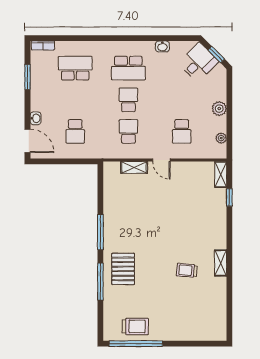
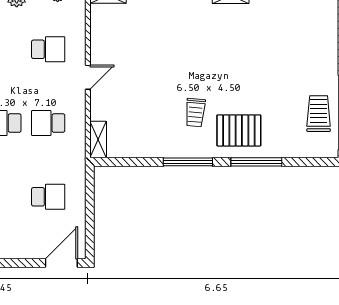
washbasin: (36, 118) -> (30, 252), removed
shelving: (134, 167) -> (98, 140), moved
trolley: (187, 270) -> (195, 113), moved

